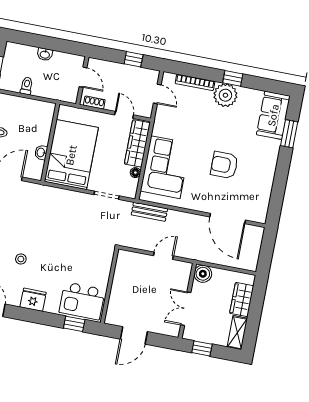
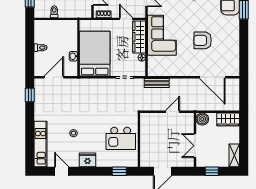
corner sofa: (165, 167) -> (162, 35), moved
wardrobe: (242, 300) -> (228, 119), moved, turned -90
kitchen island: (82, 301) -> (121, 138), moved

